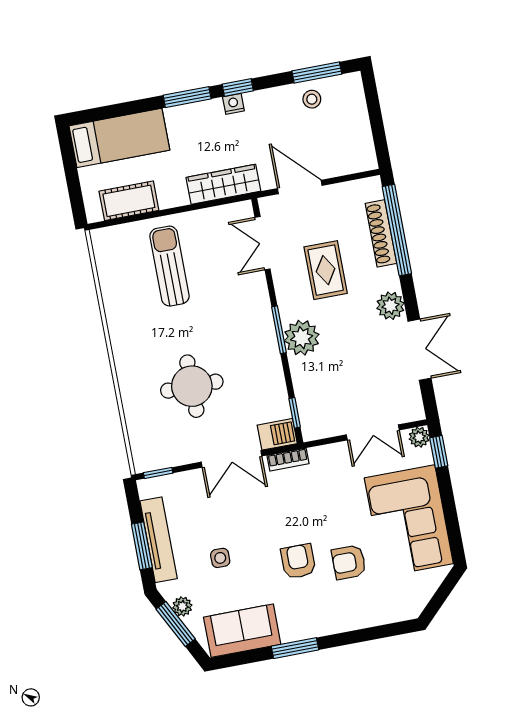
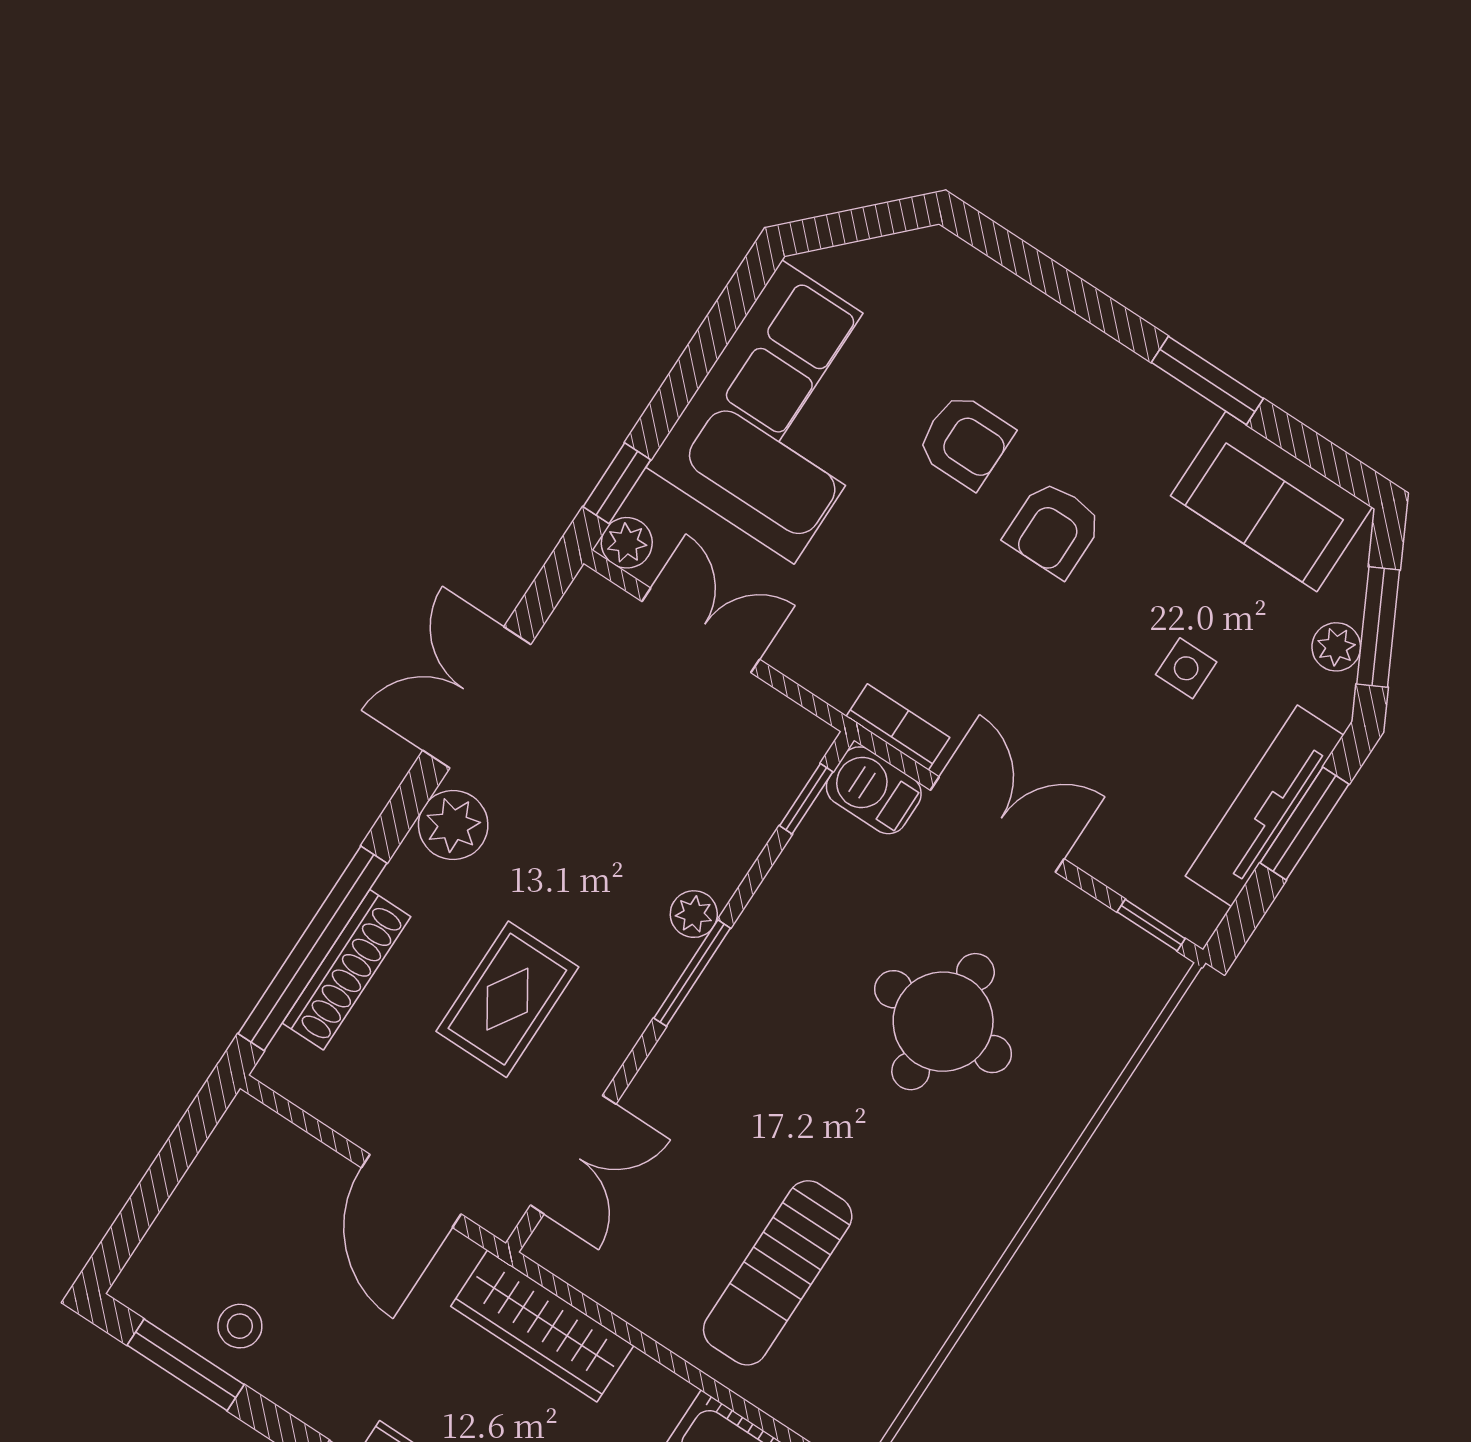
plant: (302, 338) -> (694, 914), width x0.53, depth x0.53

